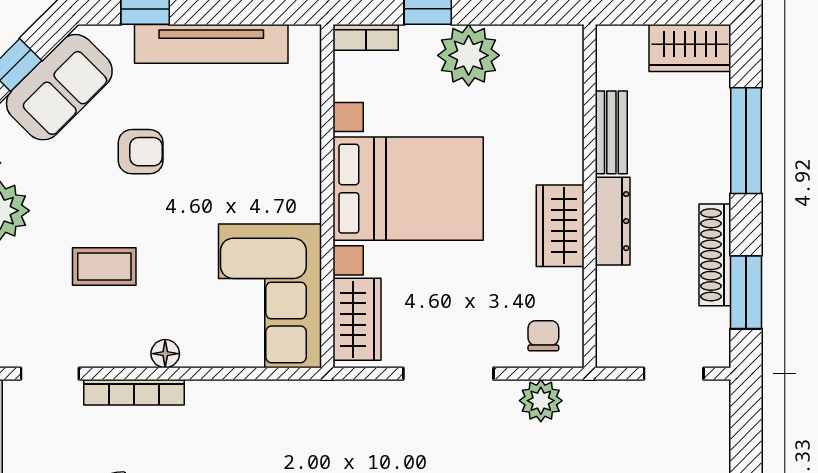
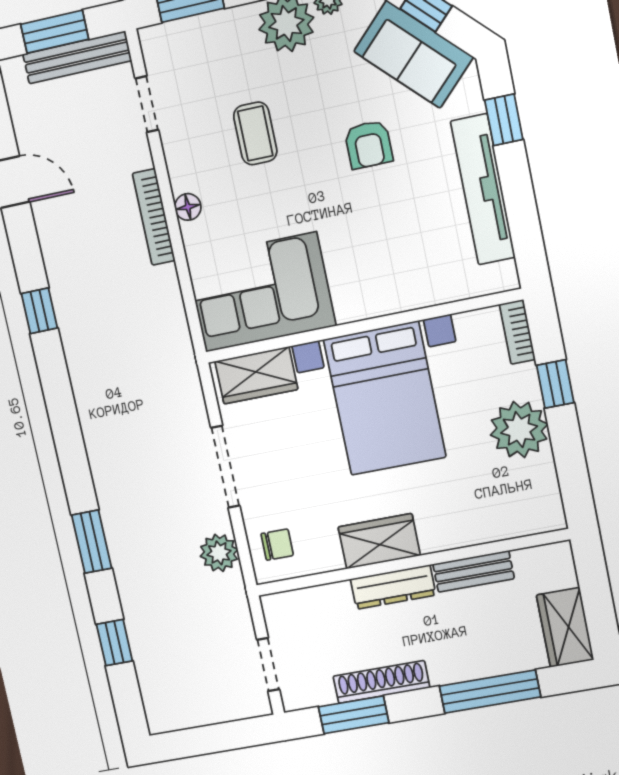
bookcase: (134, 392) -> (154, 217), moved

